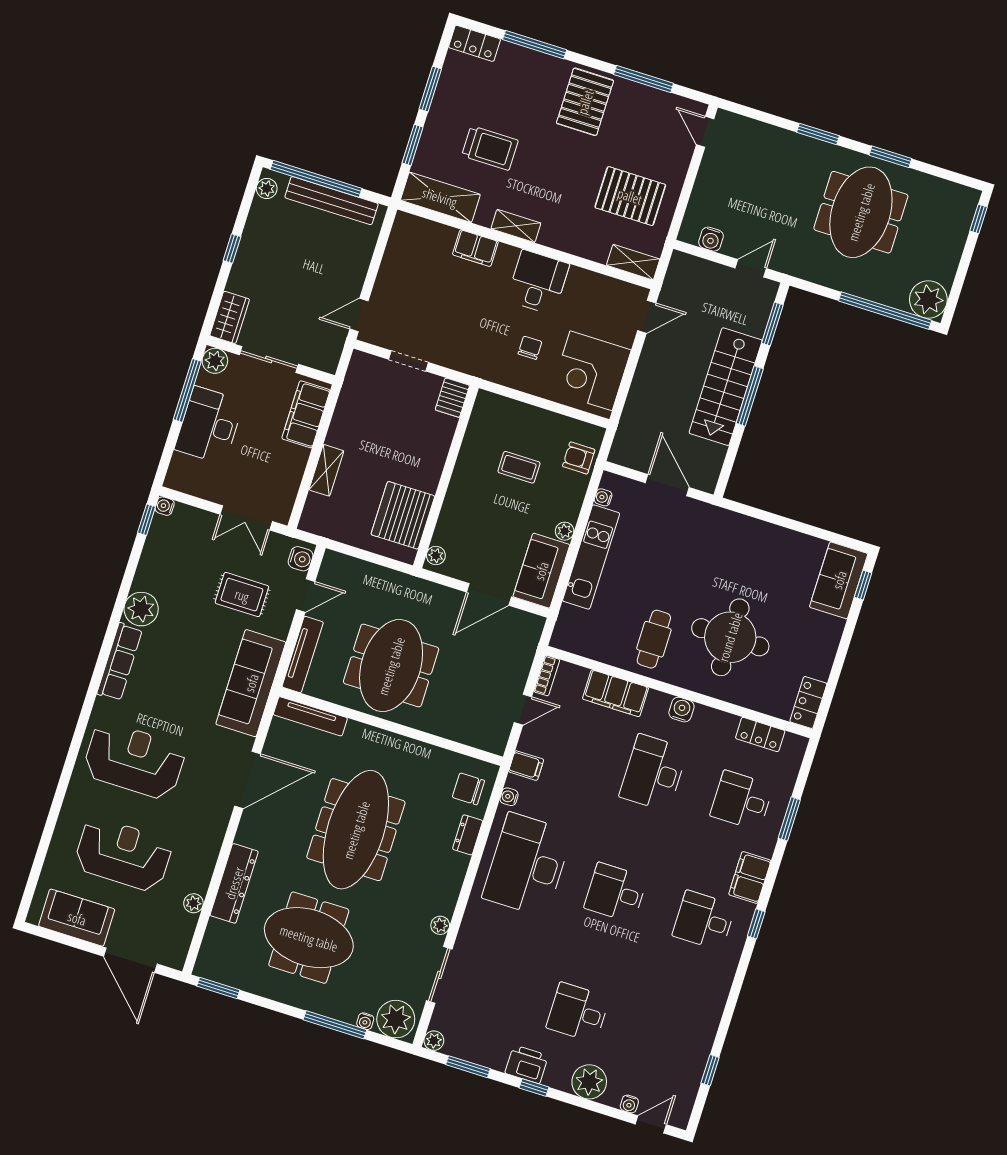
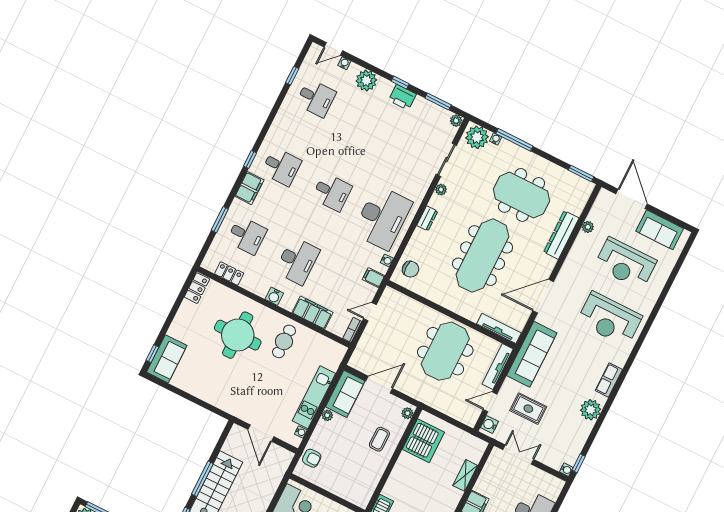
coffee table: (519, 467) -> (379, 439), moved, turned 90
row of seats: (120, 662) -> (609, 380), width x0.68
dresser: (468, 835) -> (427, 218), moved
desk: (578, 1012) -> (316, 98), moved

